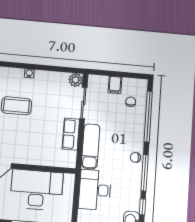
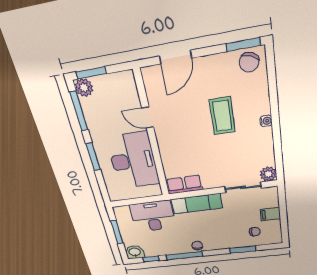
window: (148, 116) -> (243, 250), width x0.47
row of seats: (71, 134) -> (184, 185), moved

